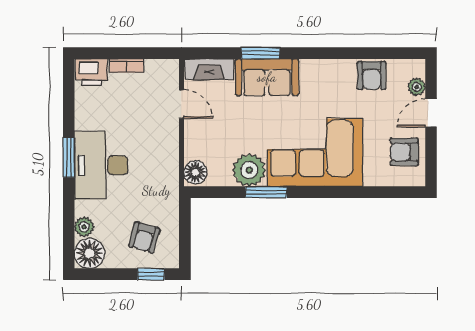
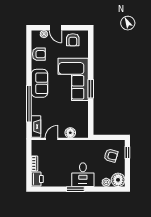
window: (260, 53) -> (29, 104), width x2.11
sofa: (267, 77) -> (40, 83), moved
desk: (101, 165) -> (83, 175), width x0.73
plant: (249, 170) -> (81, 109), removed
floor lamp: (195, 172) -> (70, 133), moved
window: (266, 192) -> (91, 89), moved

